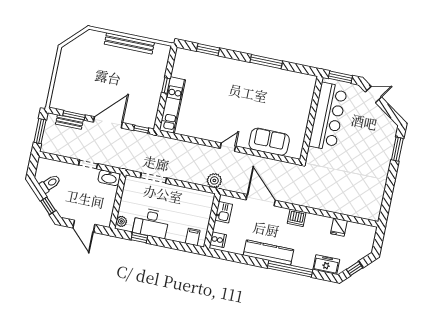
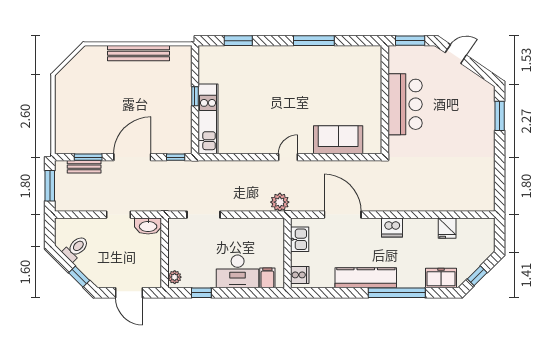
bar counter: (328, 117) -> (405, 104), width x0.73
desk: (151, 223) -> (238, 271), moved

